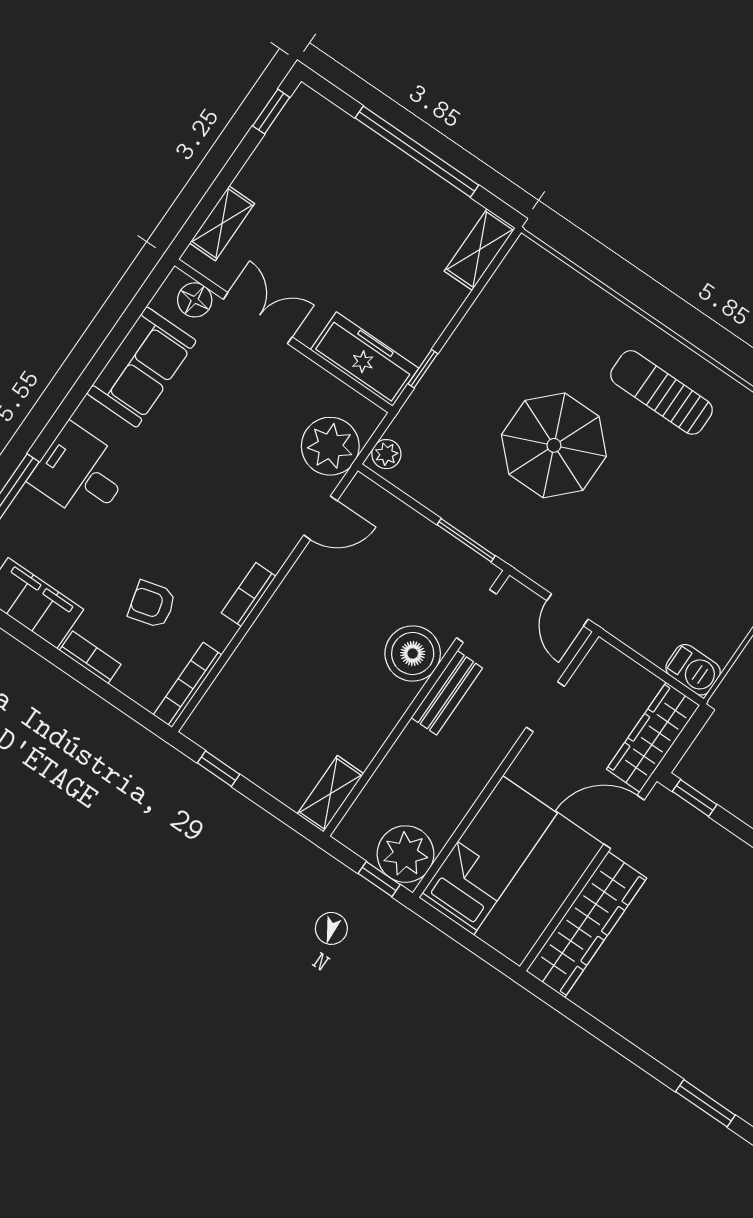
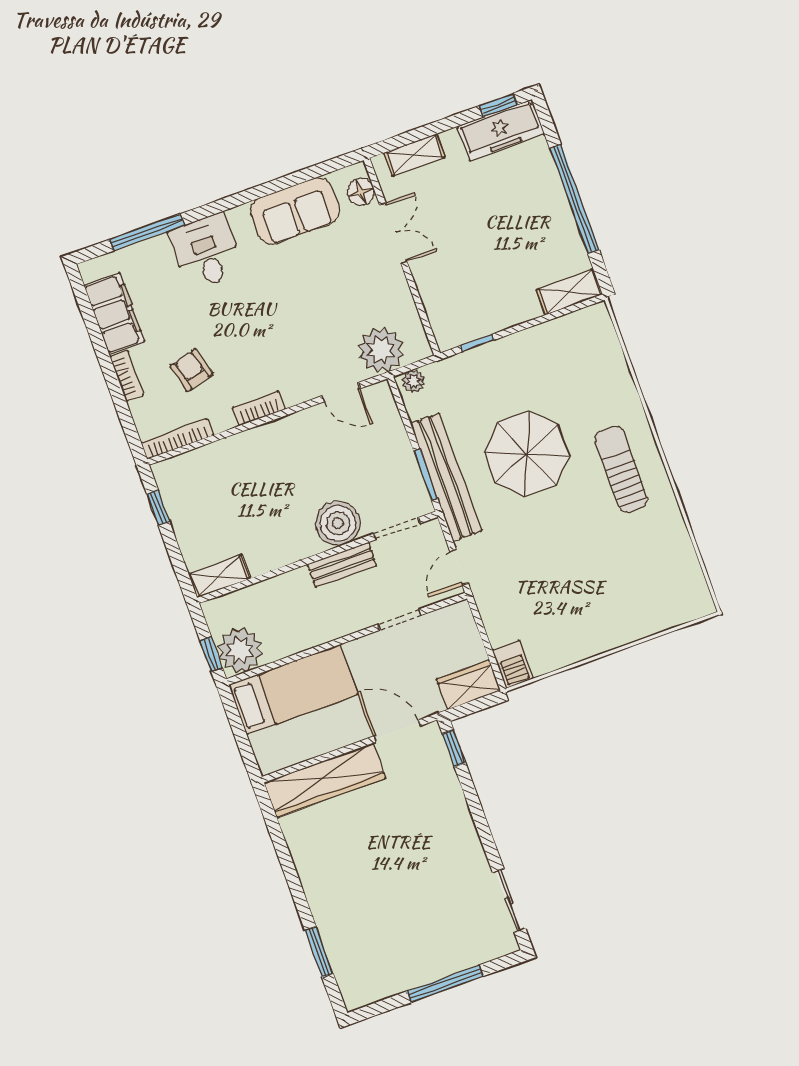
freezer: (365, 359) -> (501, 130), moved, turned 90
bench: (489, 528) -> (446, 477), added
wardrobe: (653, 737) -> (469, 685), width x0.67

